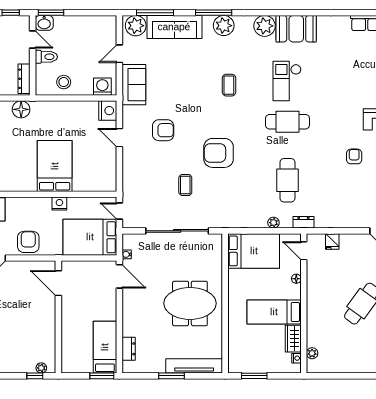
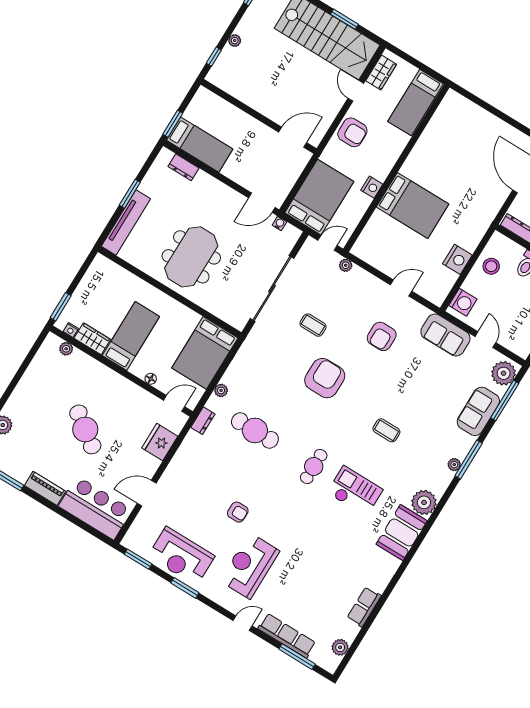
plant: (224, 26) -> (454, 465), width x0.53, depth x0.53
sofa: (174, 27) -> (478, 411), width x0.73
floor lamp: (21, 109) -> (490, 207), removed
nightstand: (108, 111) -> (457, 259), moved, turned -90
cafe table: (287, 122) -> (314, 466), width x0.73, depth x0.74
plant: (128, 188) -> (346, 265), added
fridge: (332, 241) -> (160, 442), width x1.88, depth x1.34
plant: (41, 368) -> (235, 41), moved
window: (254, 376) -> (61, 307), moved

